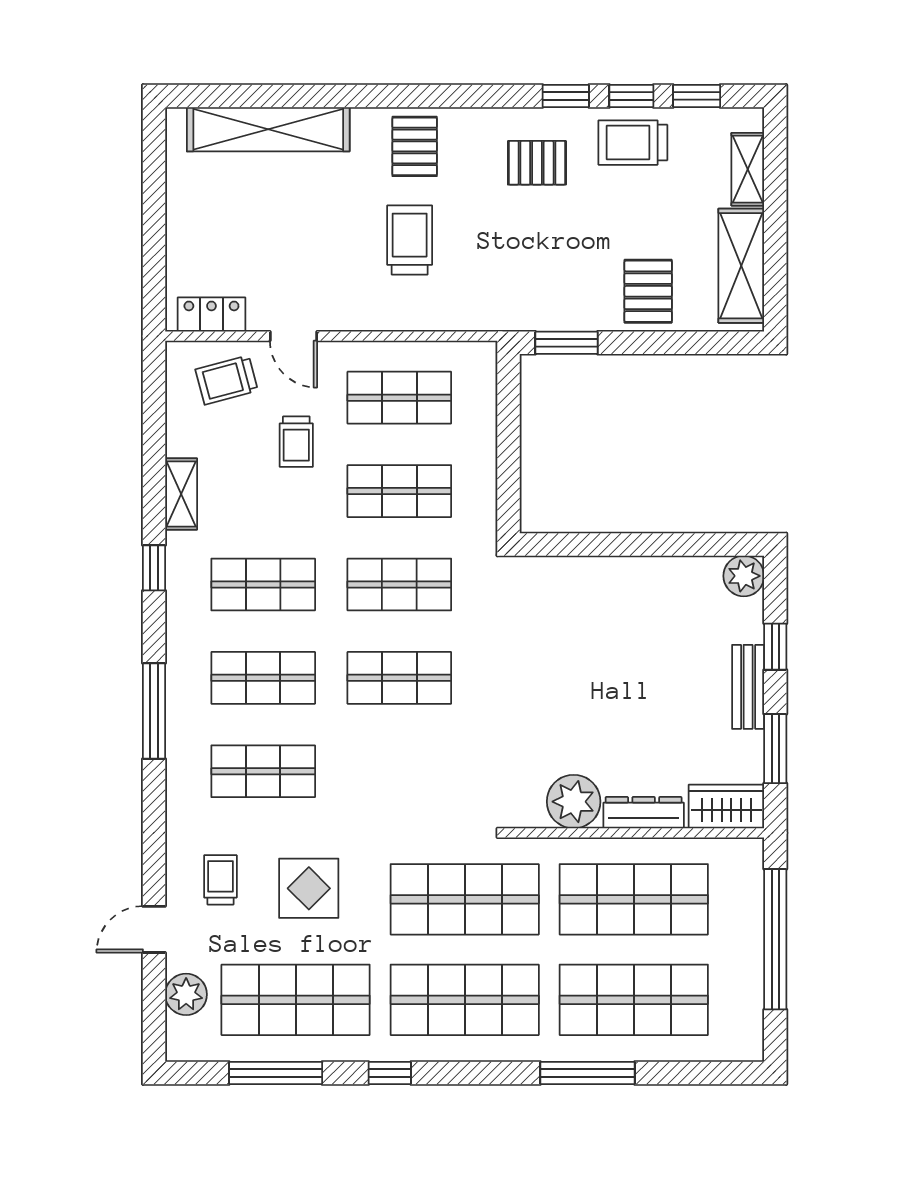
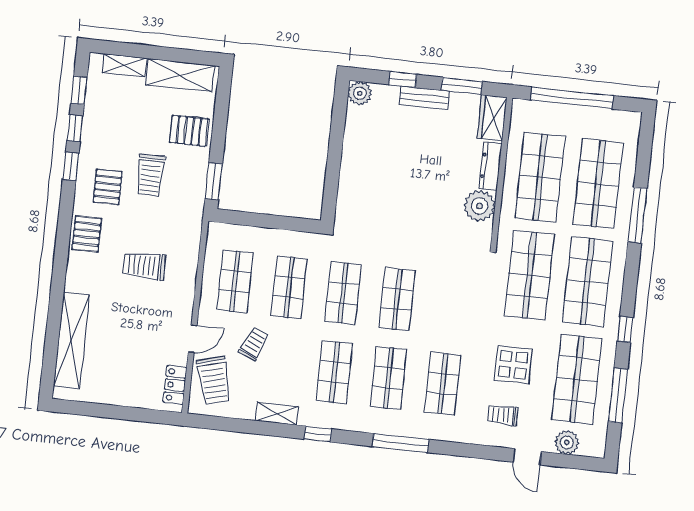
trolley: (633, 143) -> (150, 175), moved
pallet: (415, 146) -> (87, 234), moved, turned 90
trolley: (227, 380) -> (214, 380), width x1.36, depth x1.39
trolley: (296, 442) -> (254, 344), turned -66

